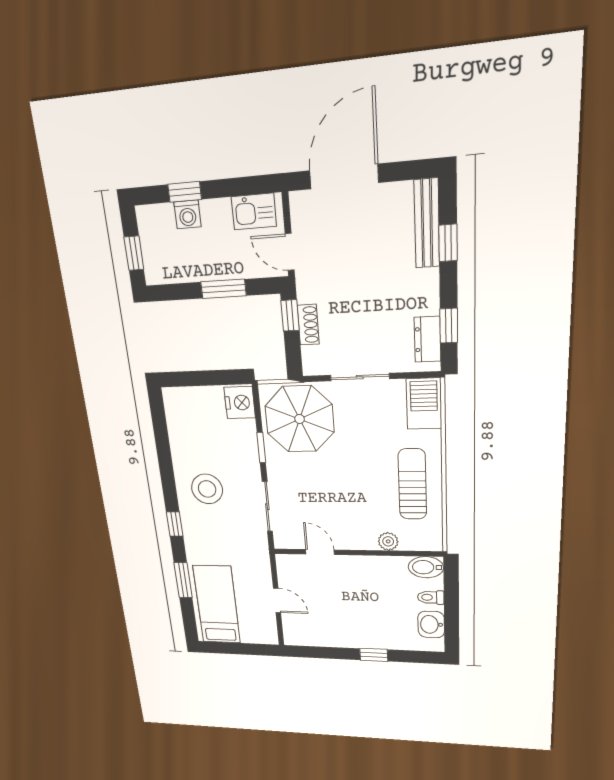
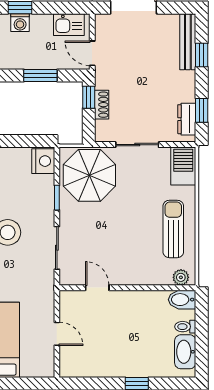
plant: (388, 541) -> (181, 277), moved
washbasin: (431, 624) -> (185, 352), width x1.38

